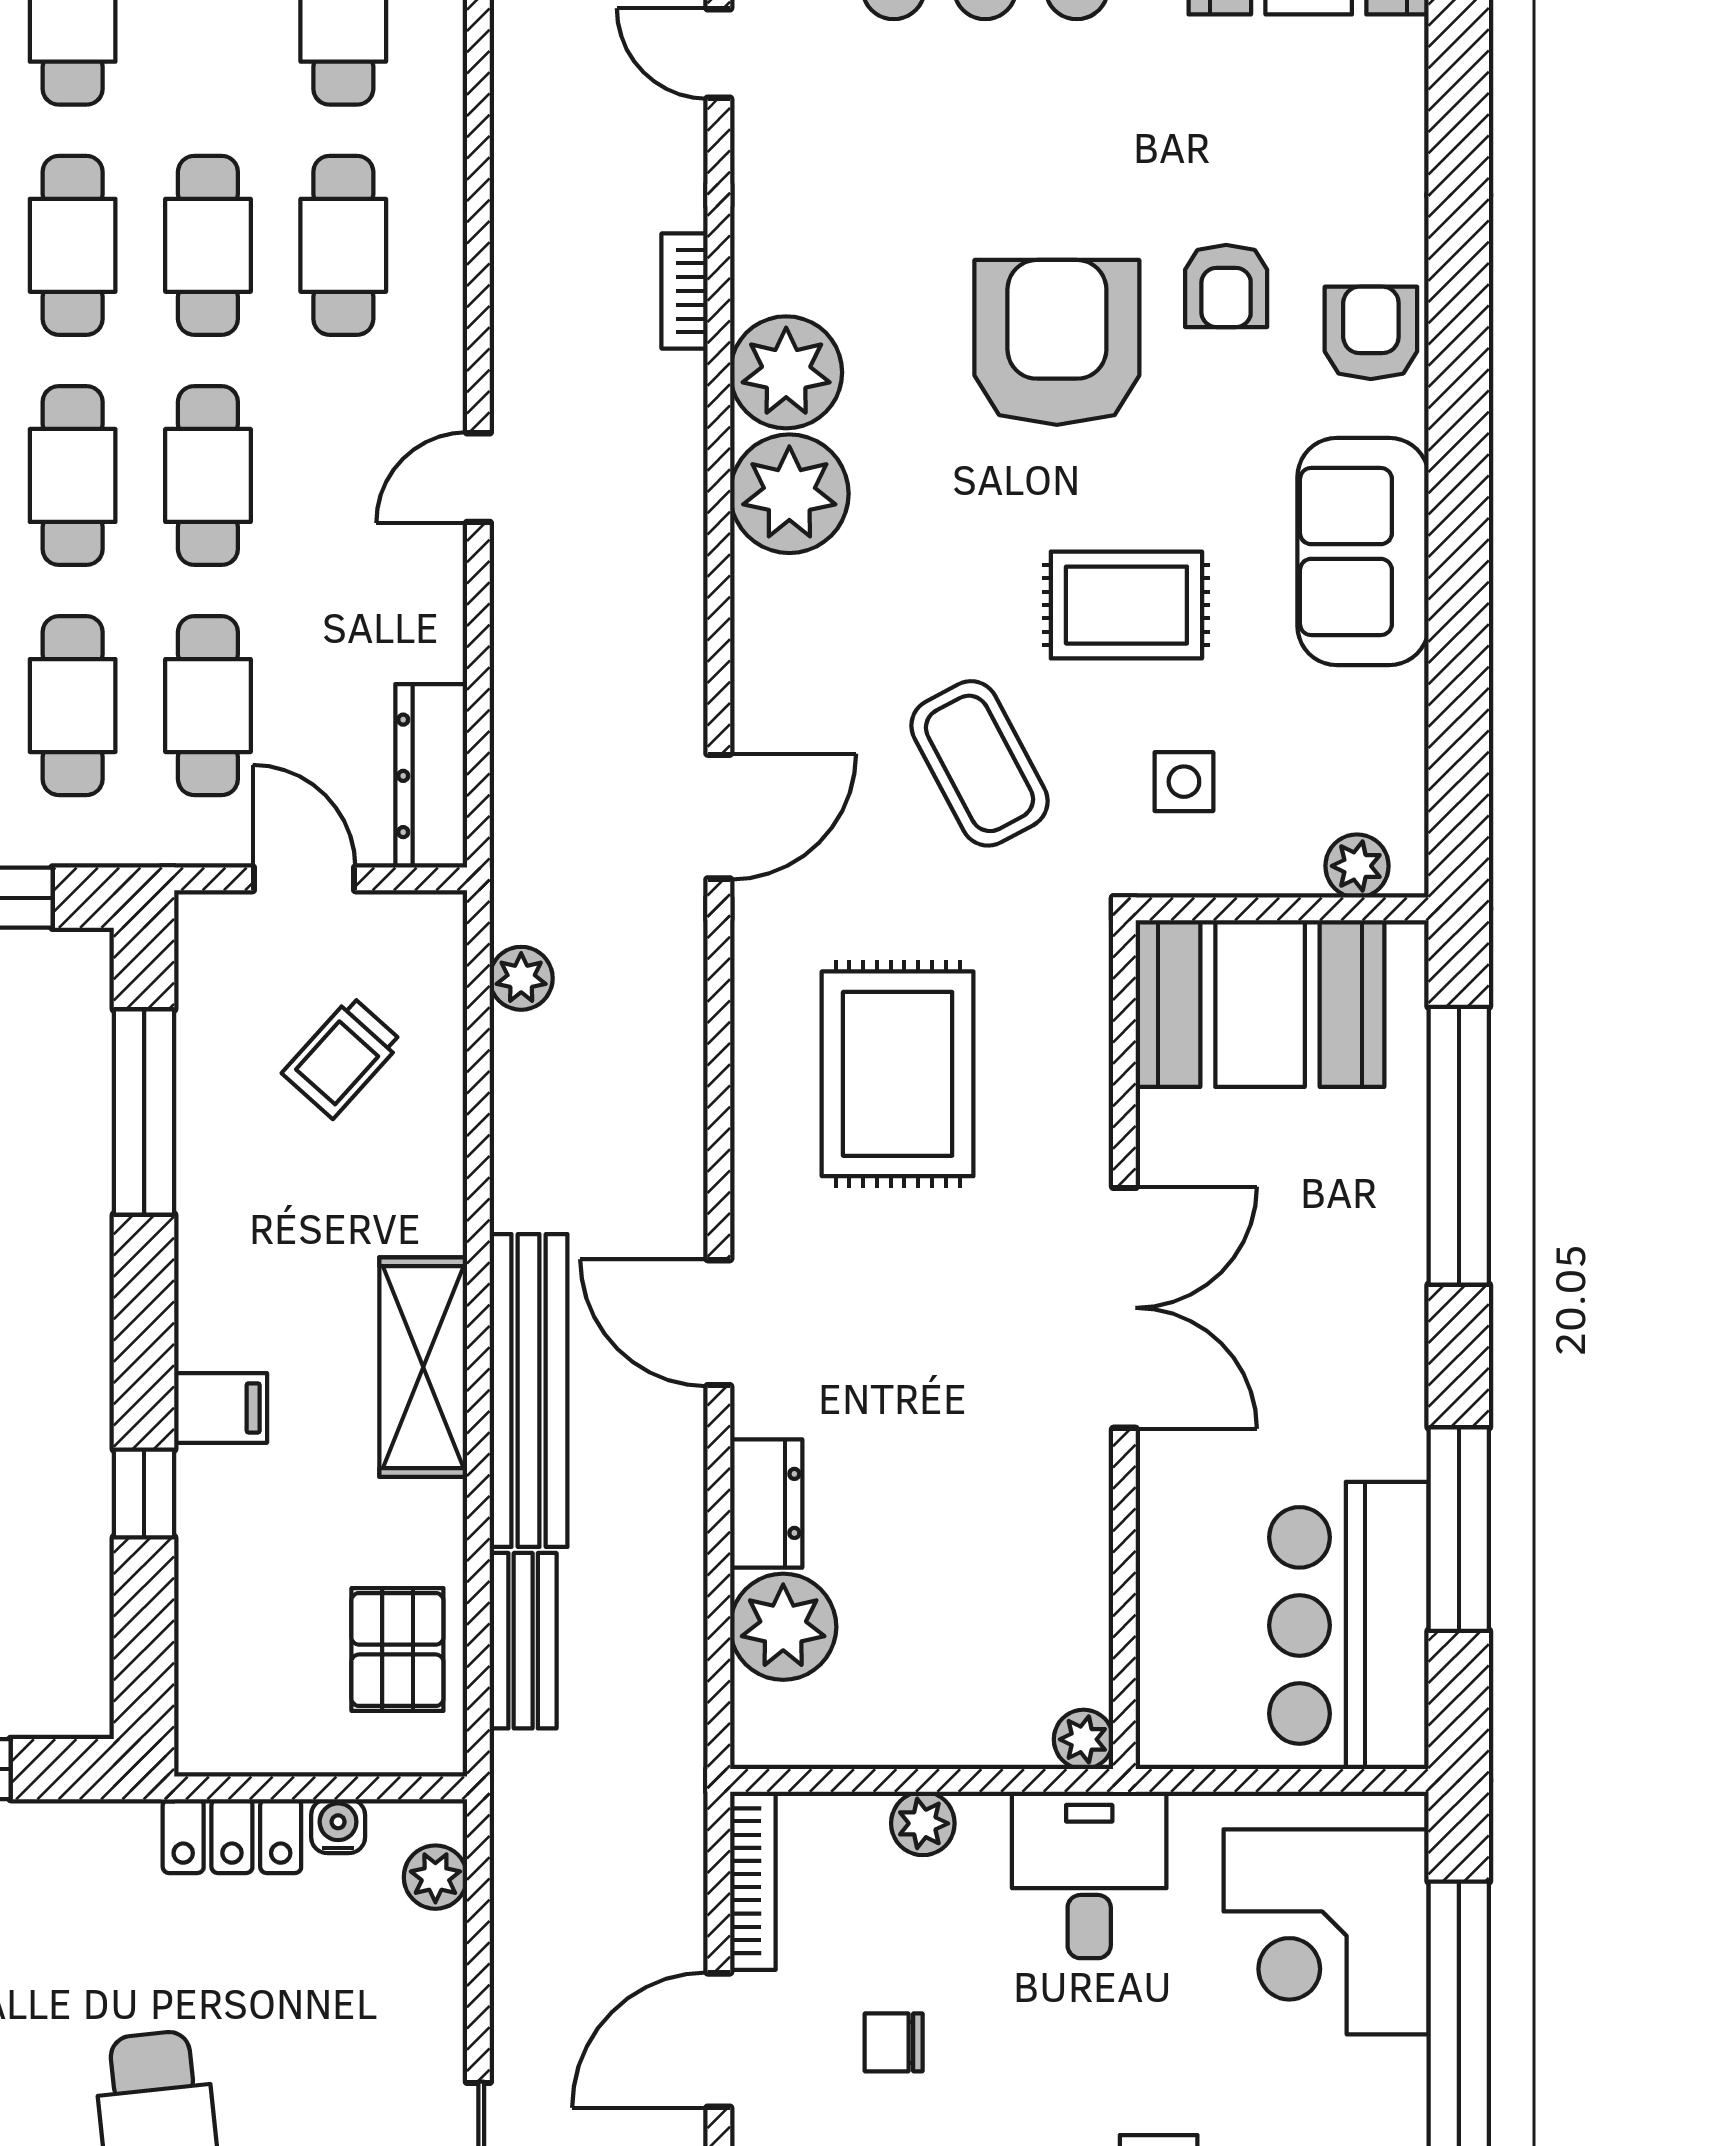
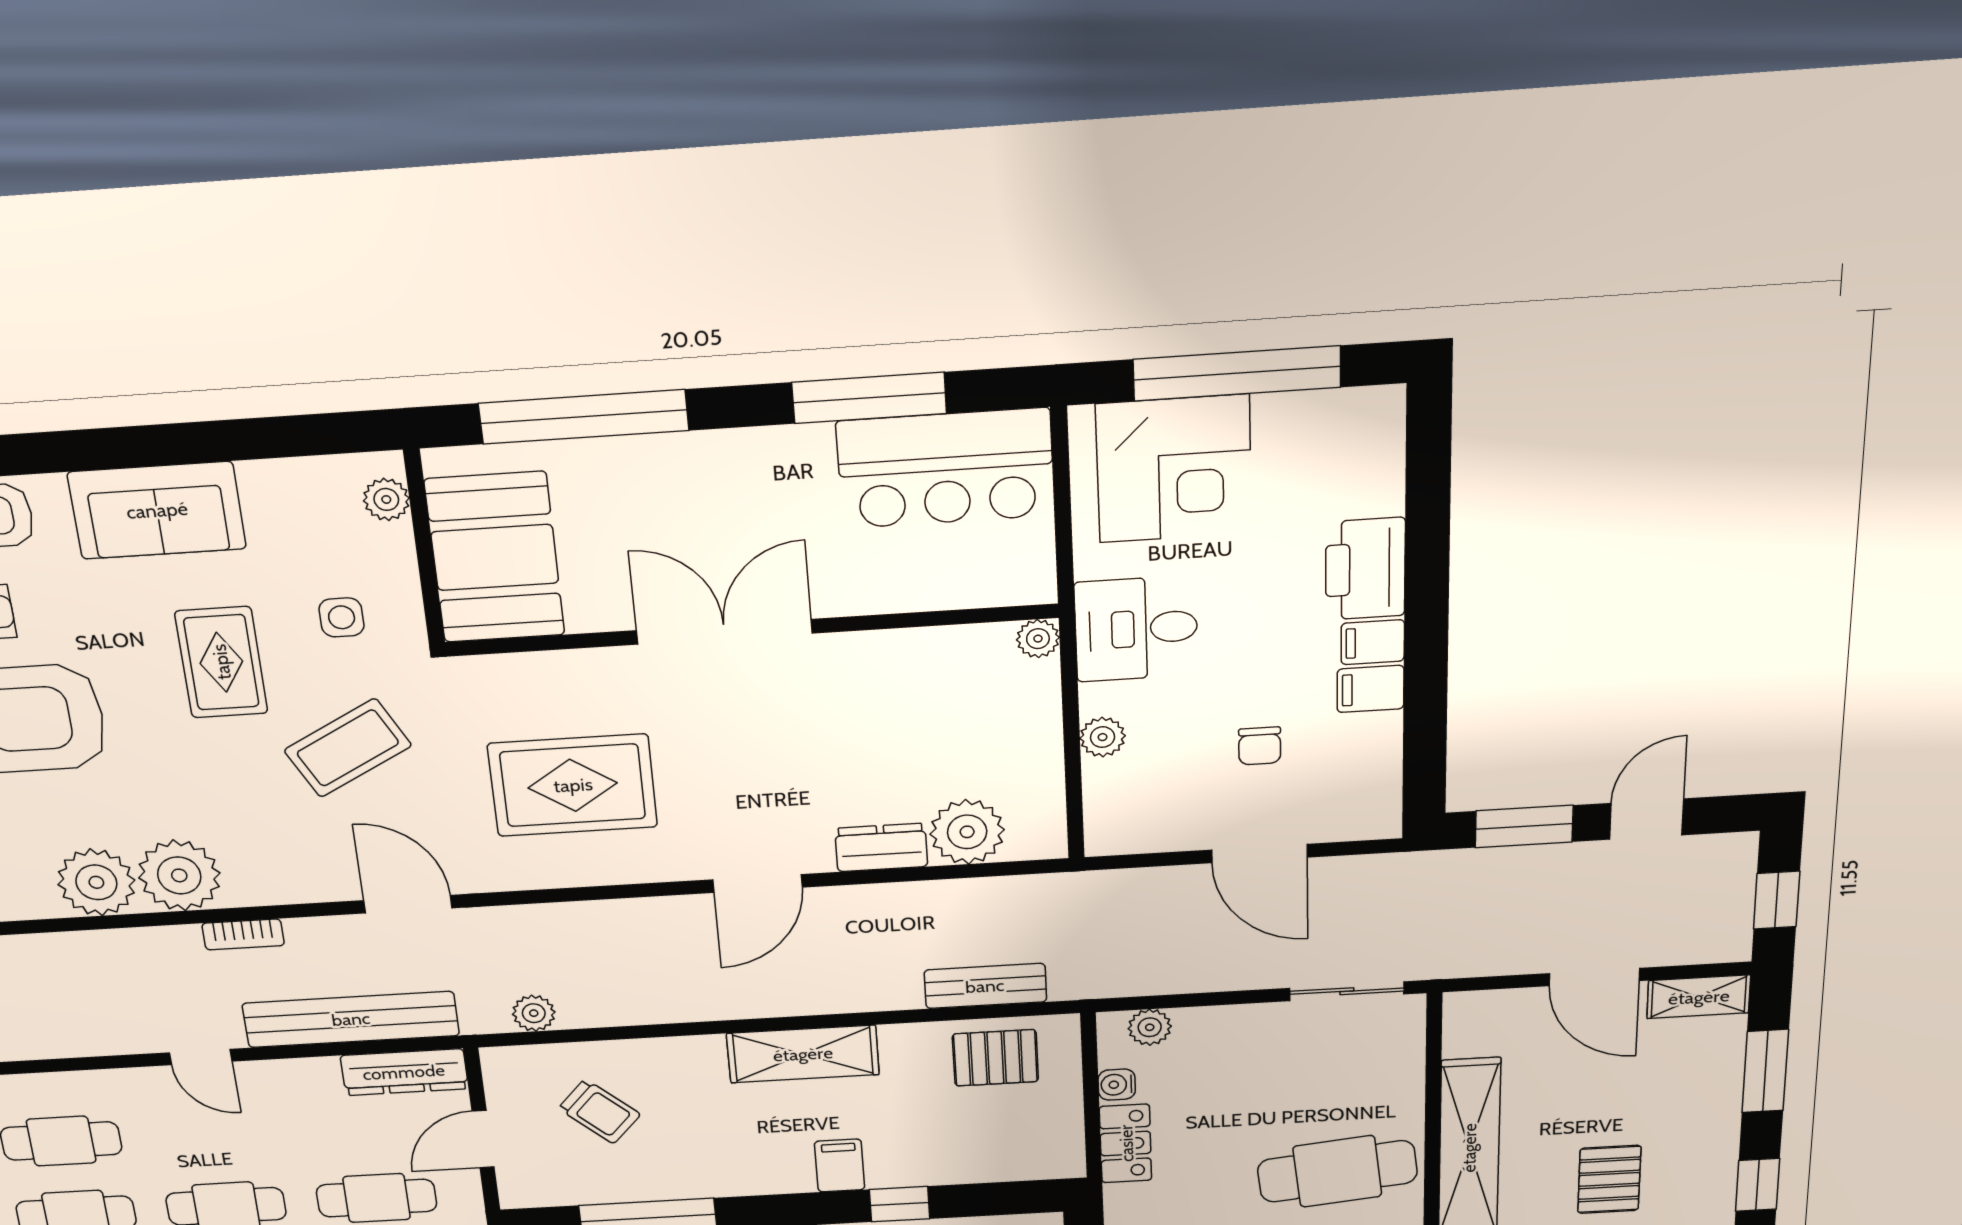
bookcase: (684, 291) -> (243, 934), moved
bench: (529, 1391) -> (351, 1019), moved
bookcase: (753, 1881) -> (1147, 840), removed

